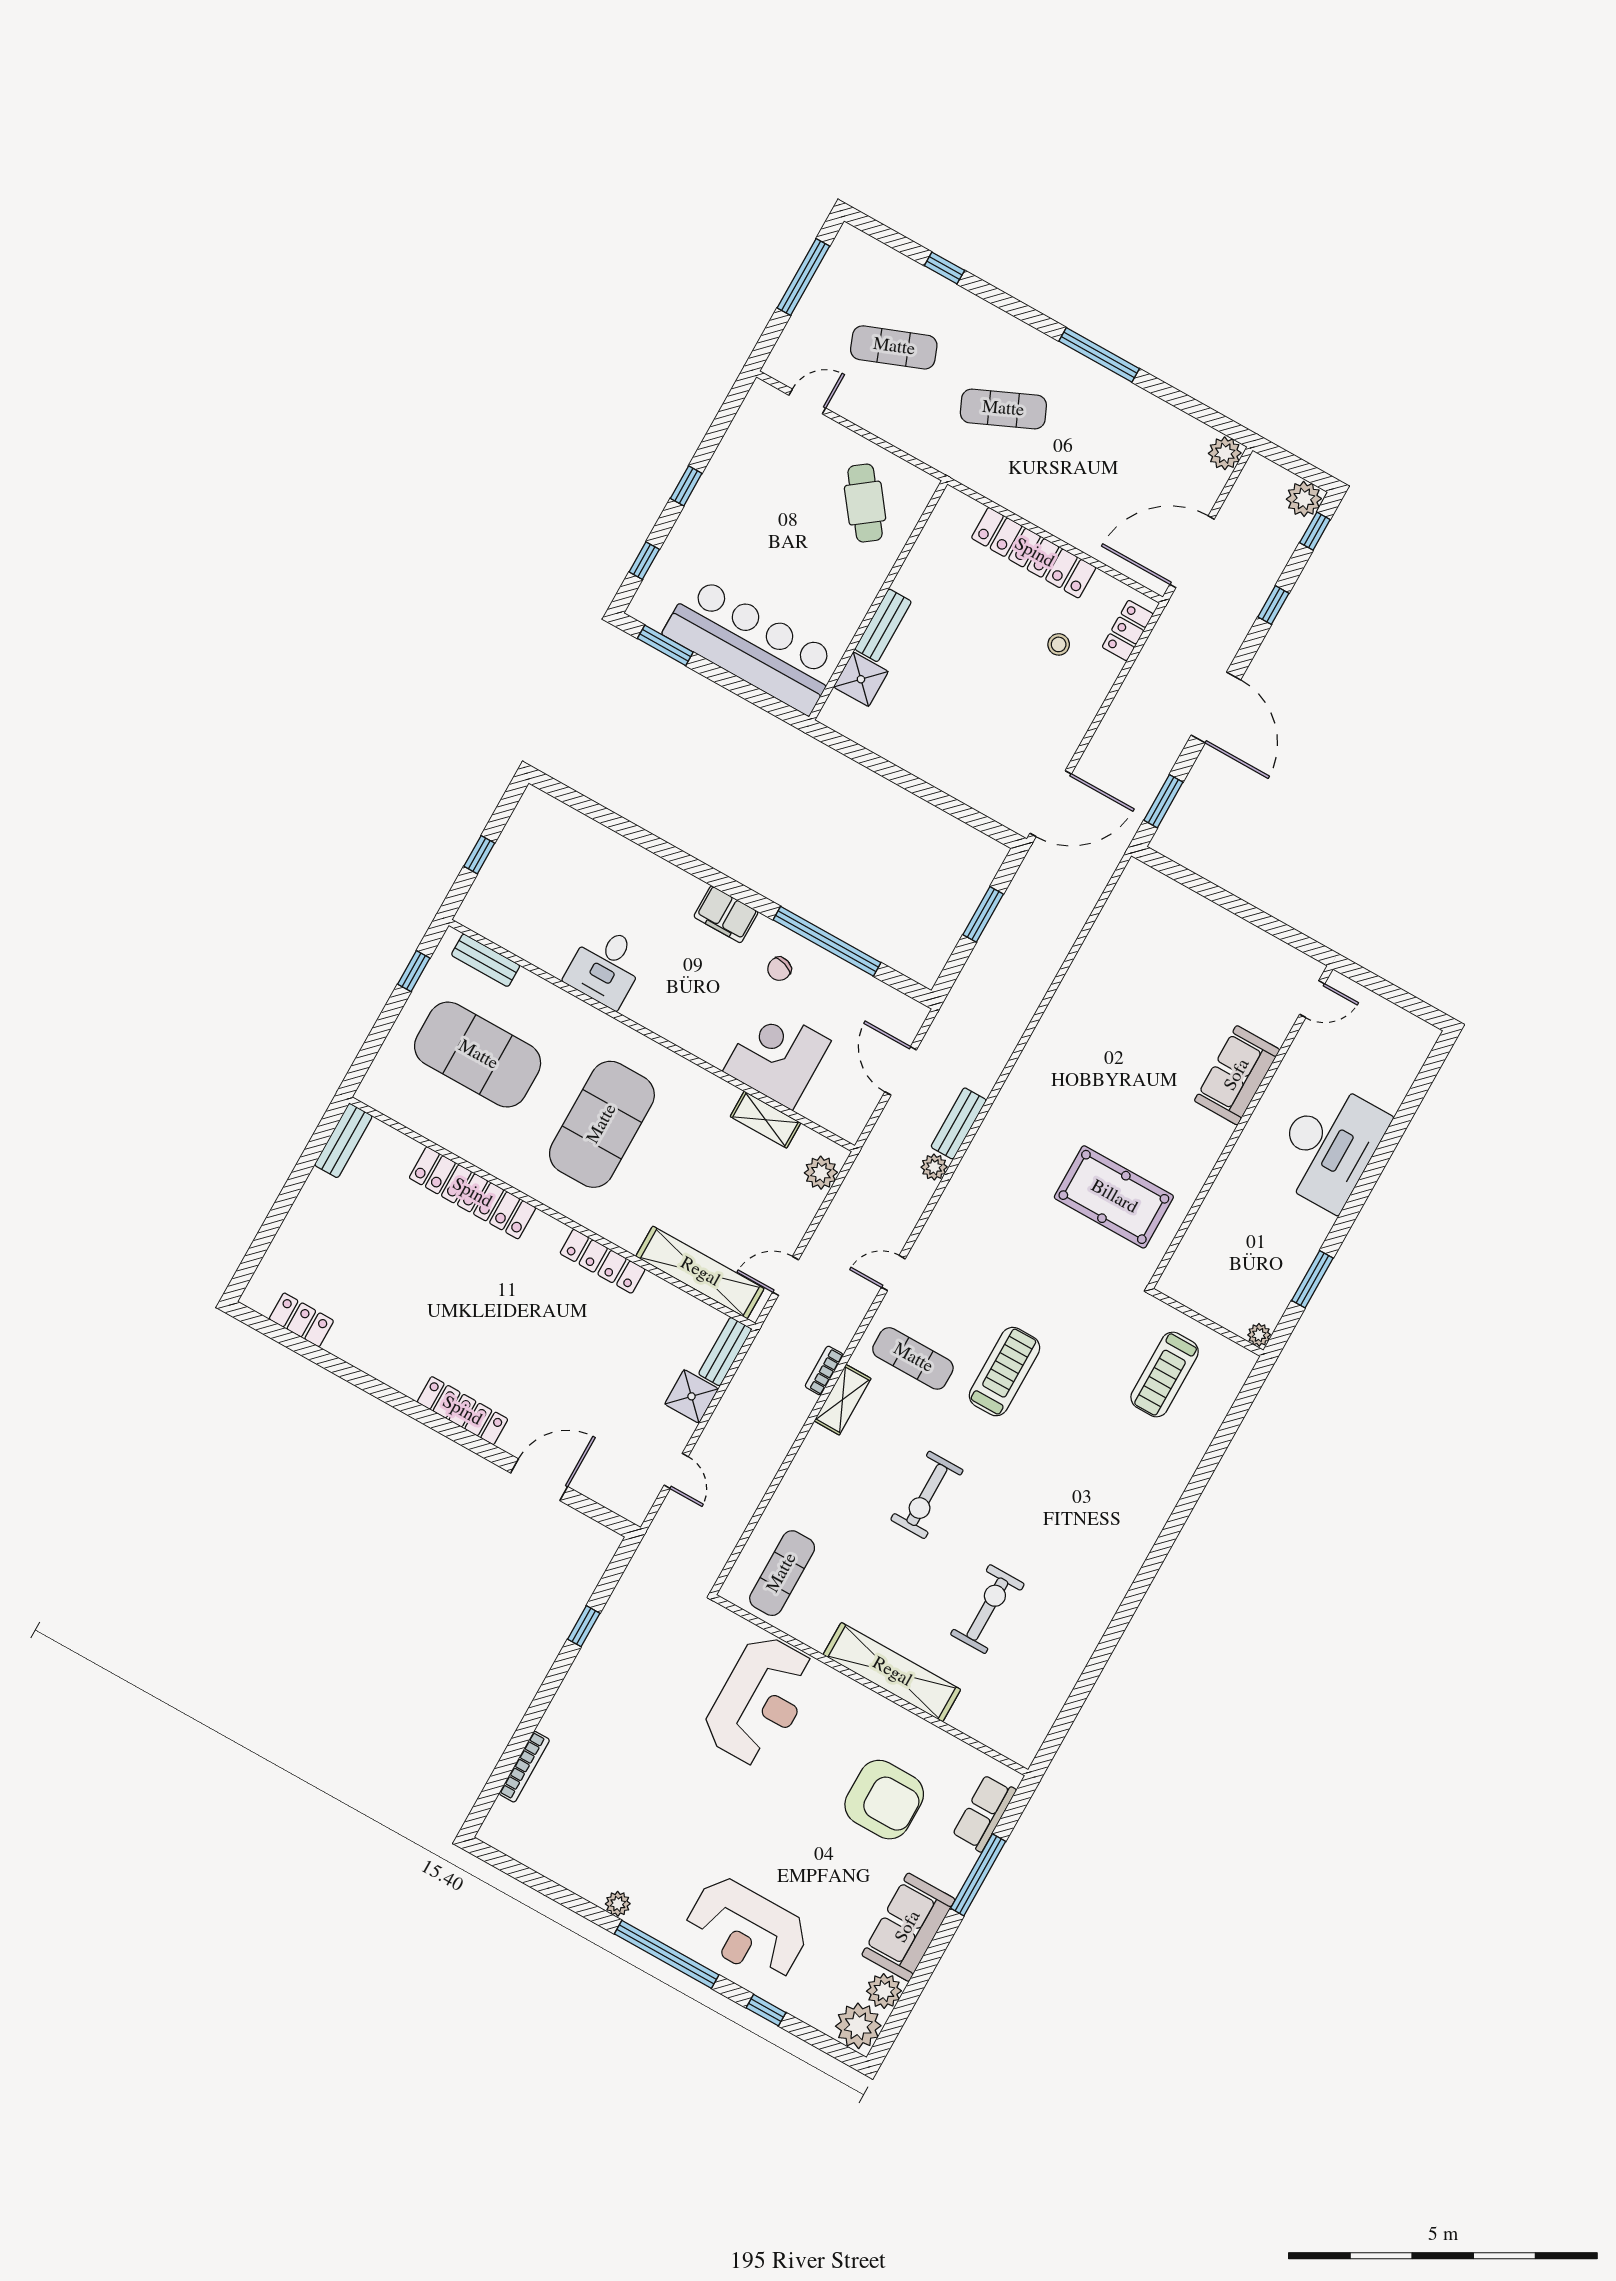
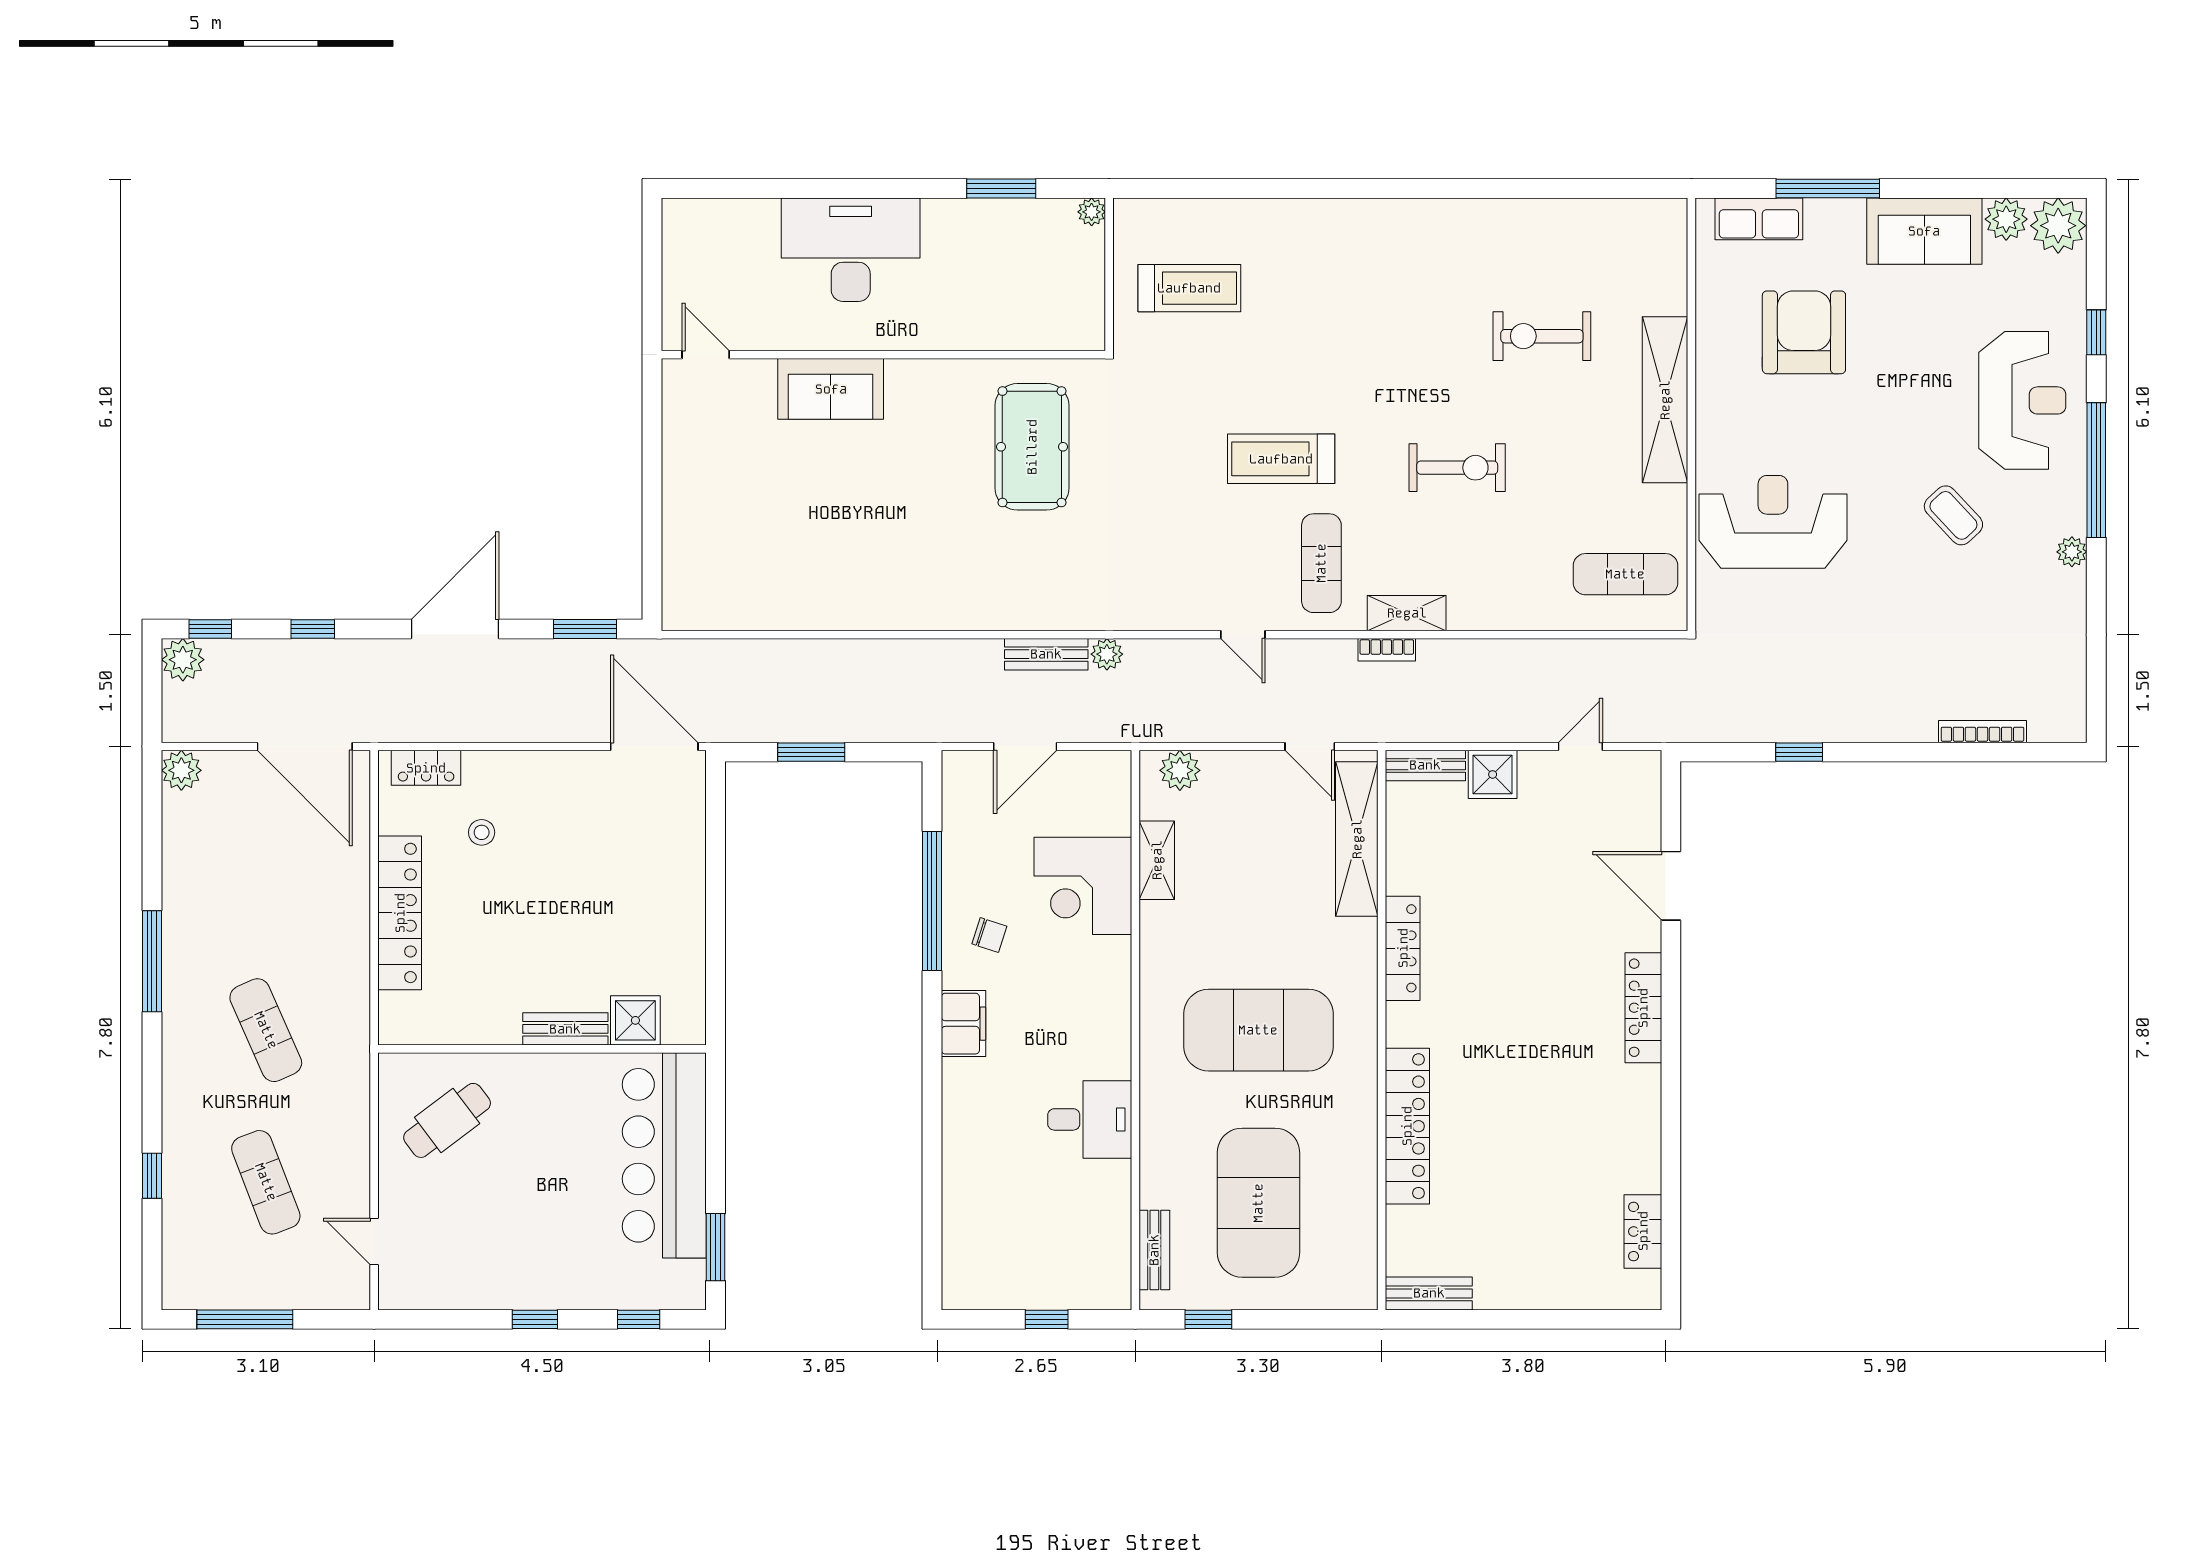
coffee table: (692, 1833) -> (1953, 515), added

